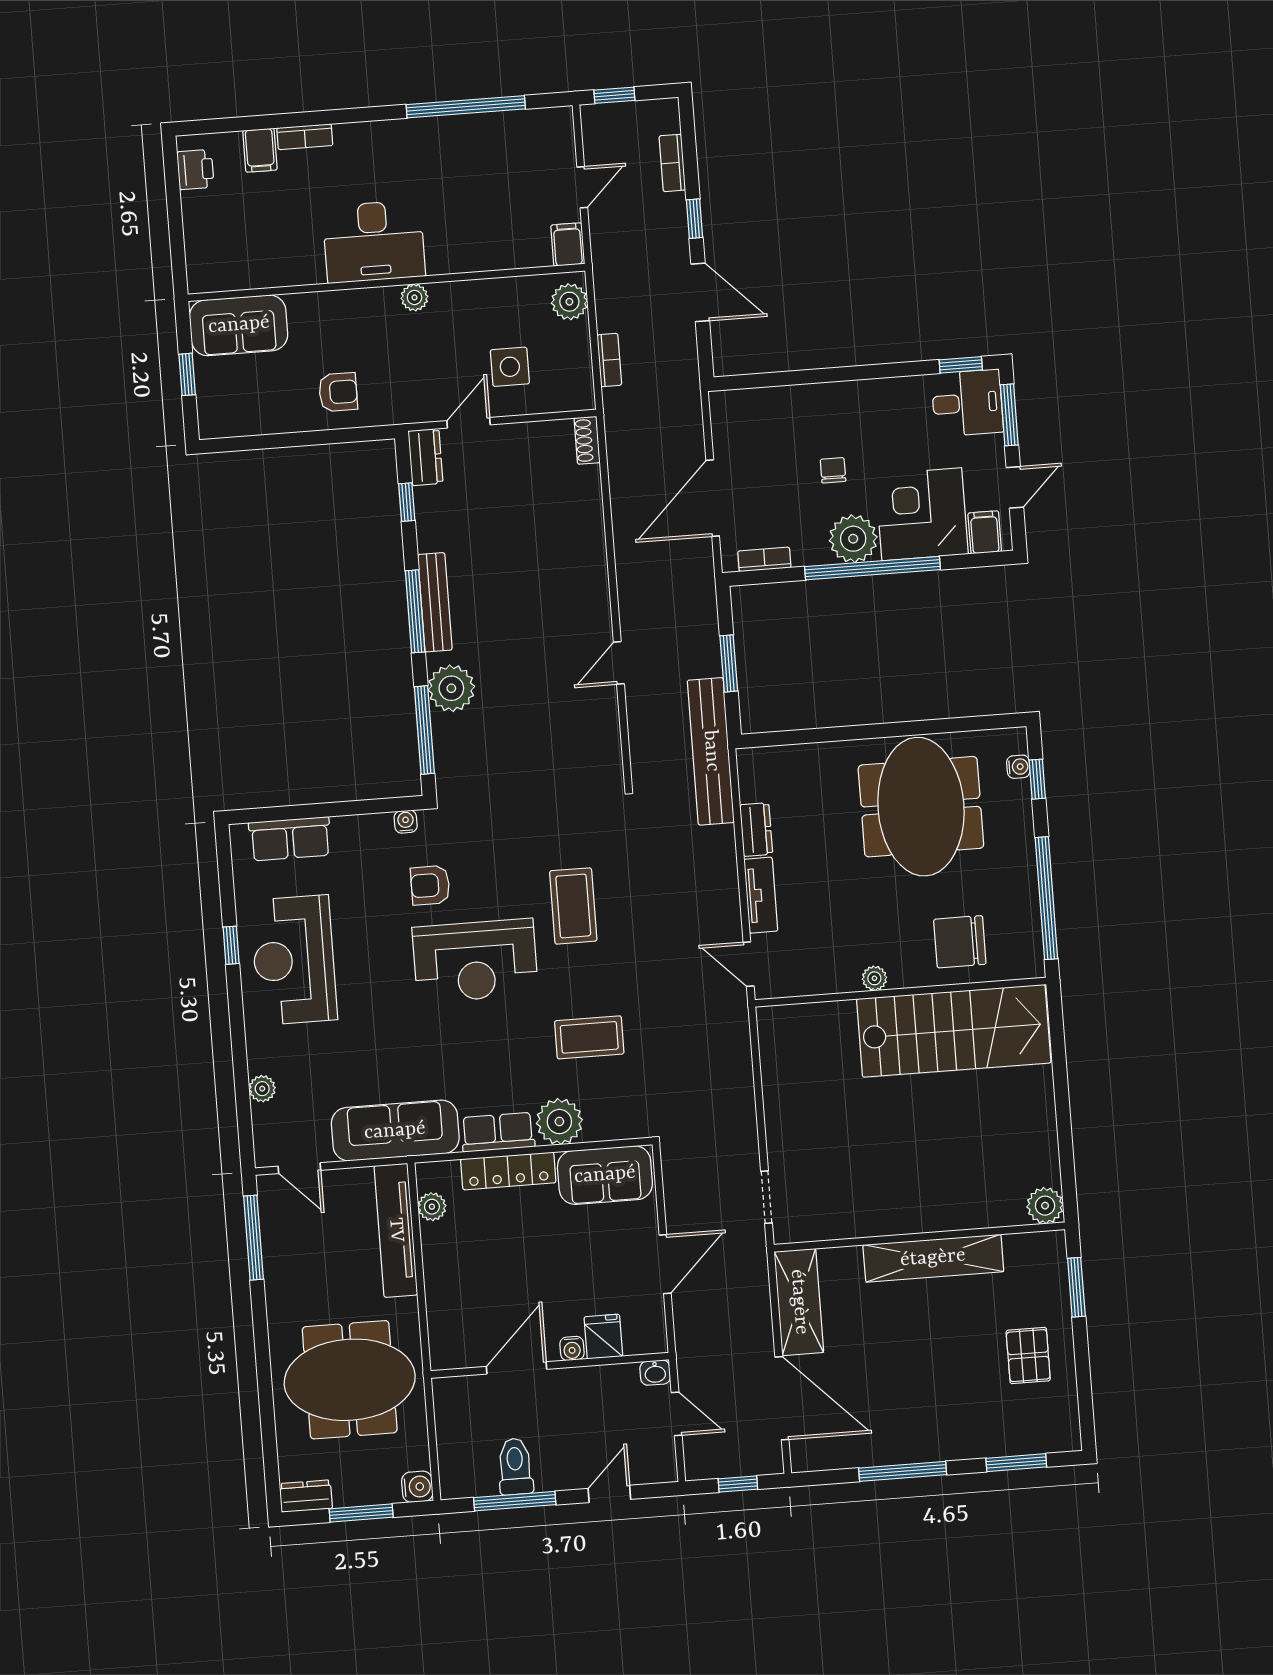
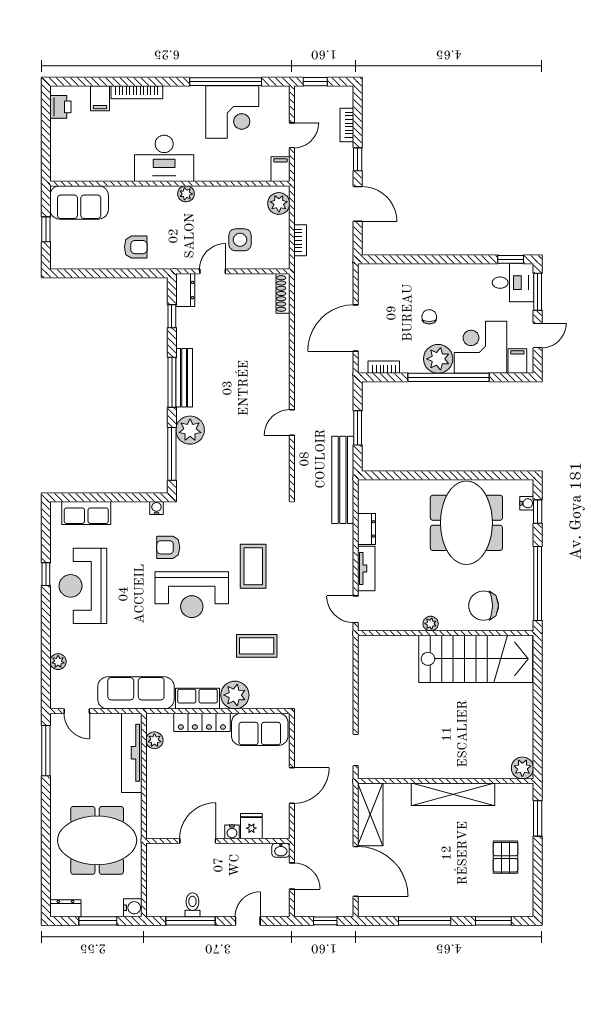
bookcase: (305, 137) -> (137, 92), width x1.56
corner desk: (481, 156) -> (232, 112), added
shoe rack: (587, 440) -> (283, 293), width x1.43
toilet: (515, 1467) -> (192, 905), width x0.73, depth x0.72

